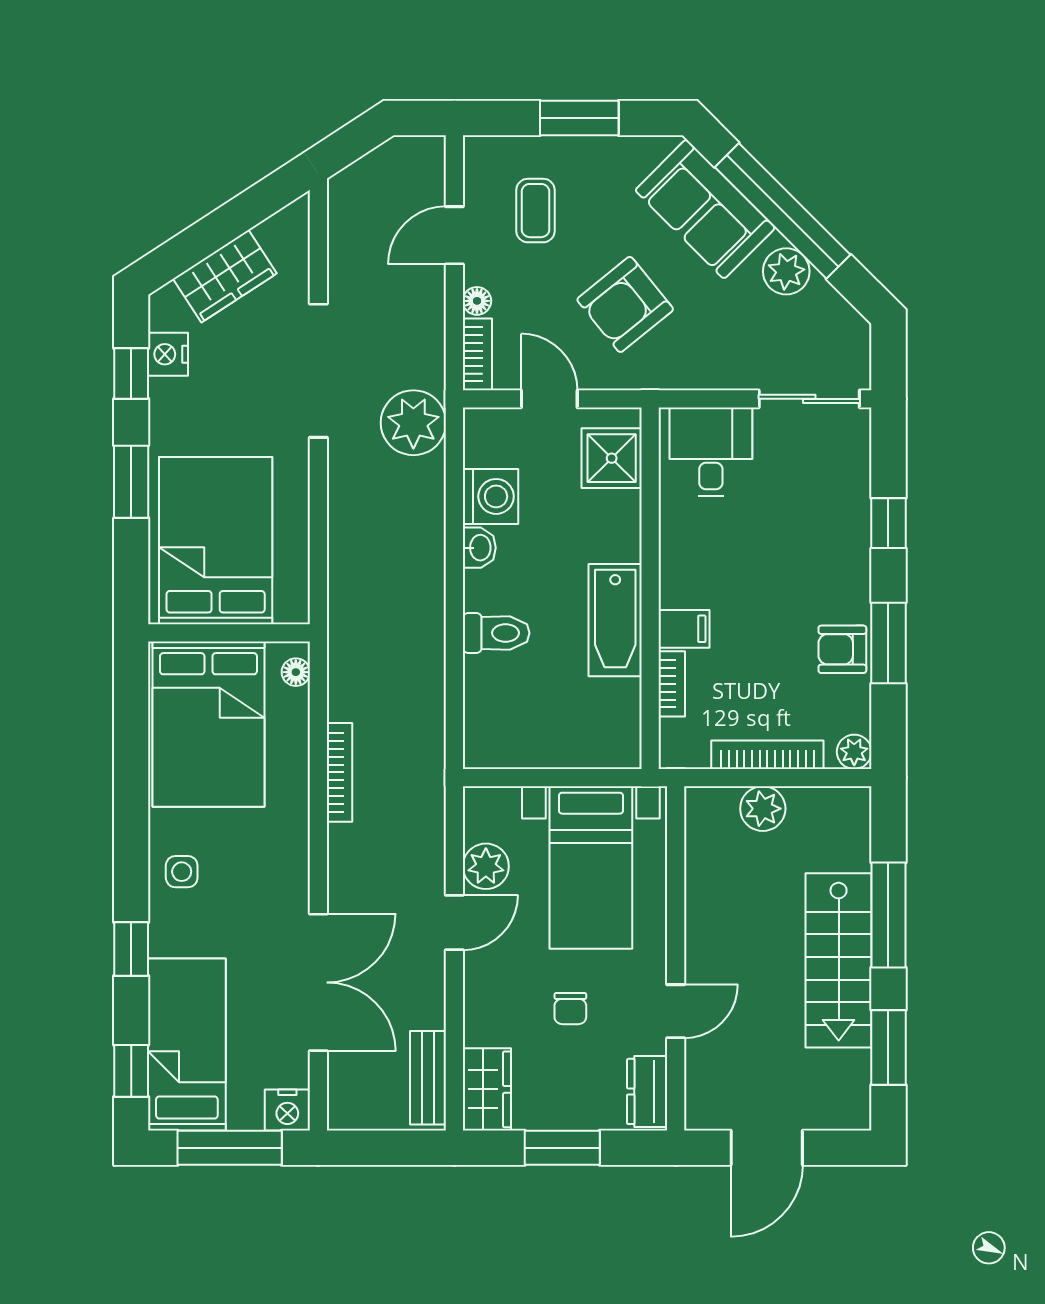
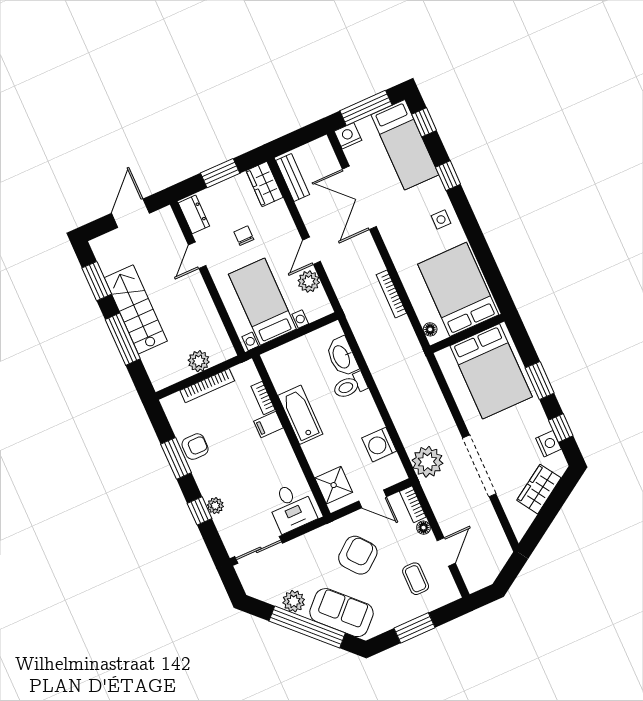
washbasin: (479, 548) -> (342, 357), moved, width x1.91, depth x1.45
plant: (854, 752) -> (215, 506), moved

